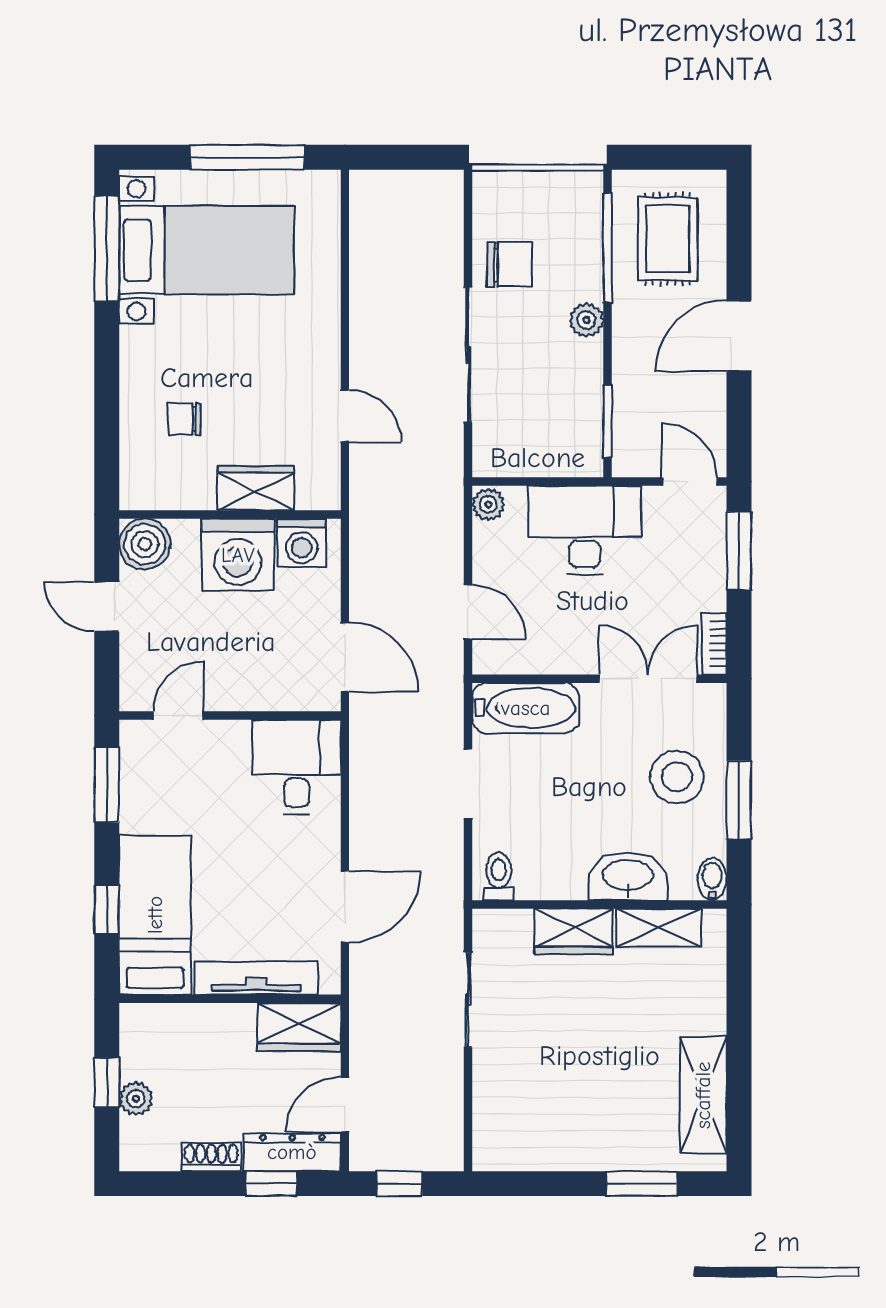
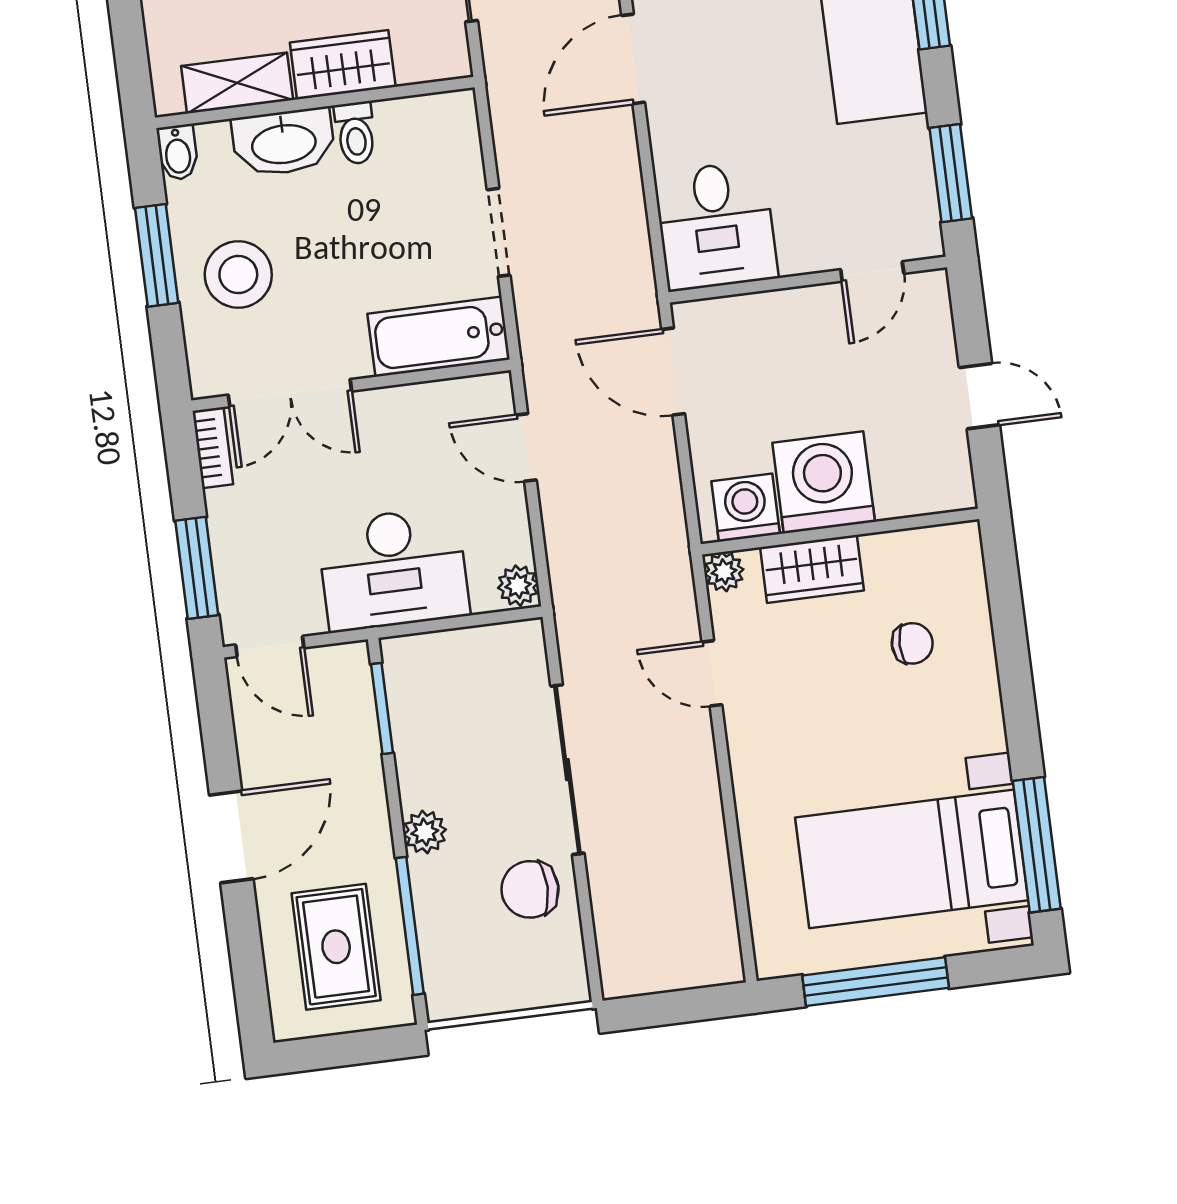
plant: (325, 495) -> (724, 572), added
boiler: (145, 544) -> (942, 481), removed
toilet: (499, 876) -> (355, 133), moved

